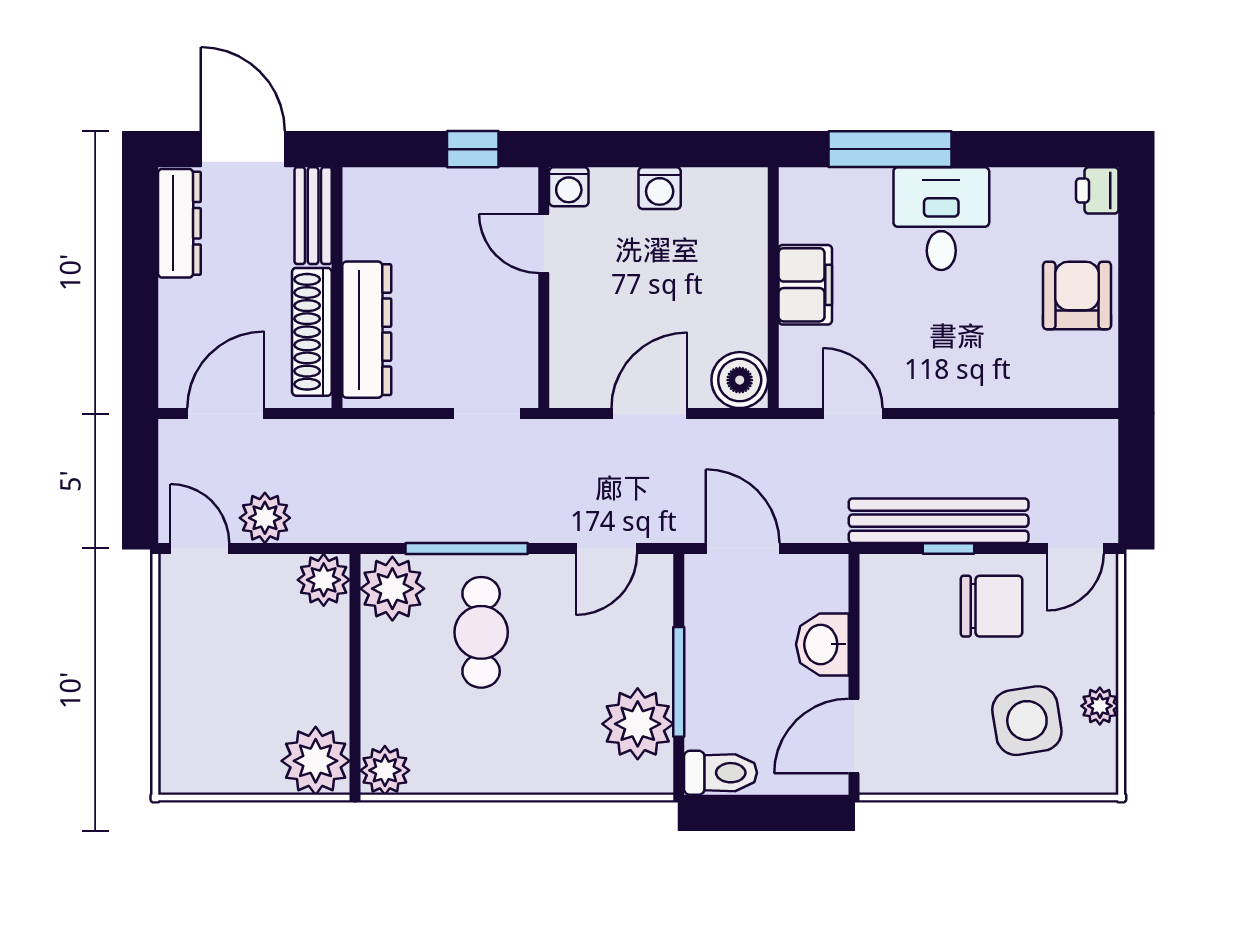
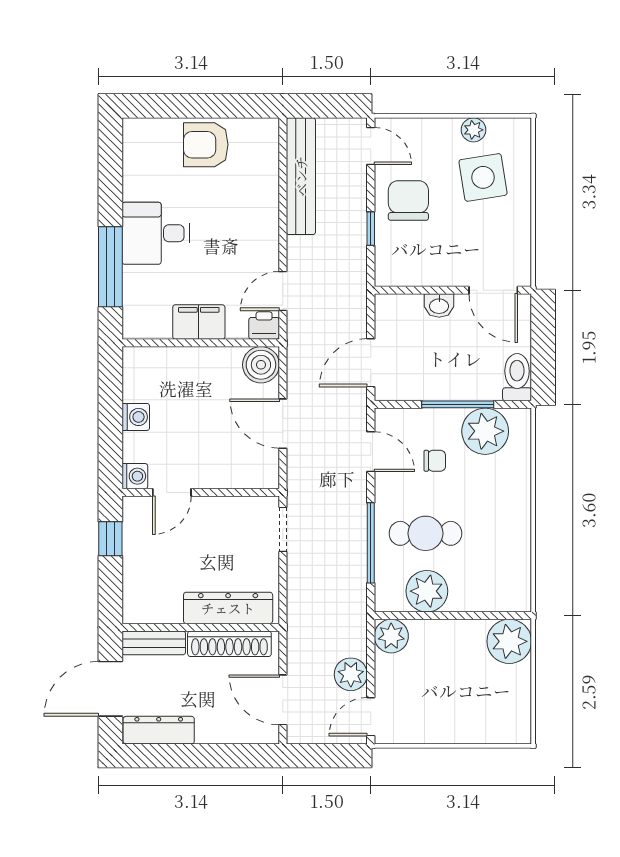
printer: (1097, 190) -> (264, 326), moved, turned 180
bench: (939, 521) -> (301, 176), moved
plant: (392, 589) -> (427, 591), moved
washbasin: (822, 644) -> (439, 305), width x0.72, depth x0.69
chair: (592, 647) -> (435, 461), added
plant: (385, 770) -> (515, 596), removed

